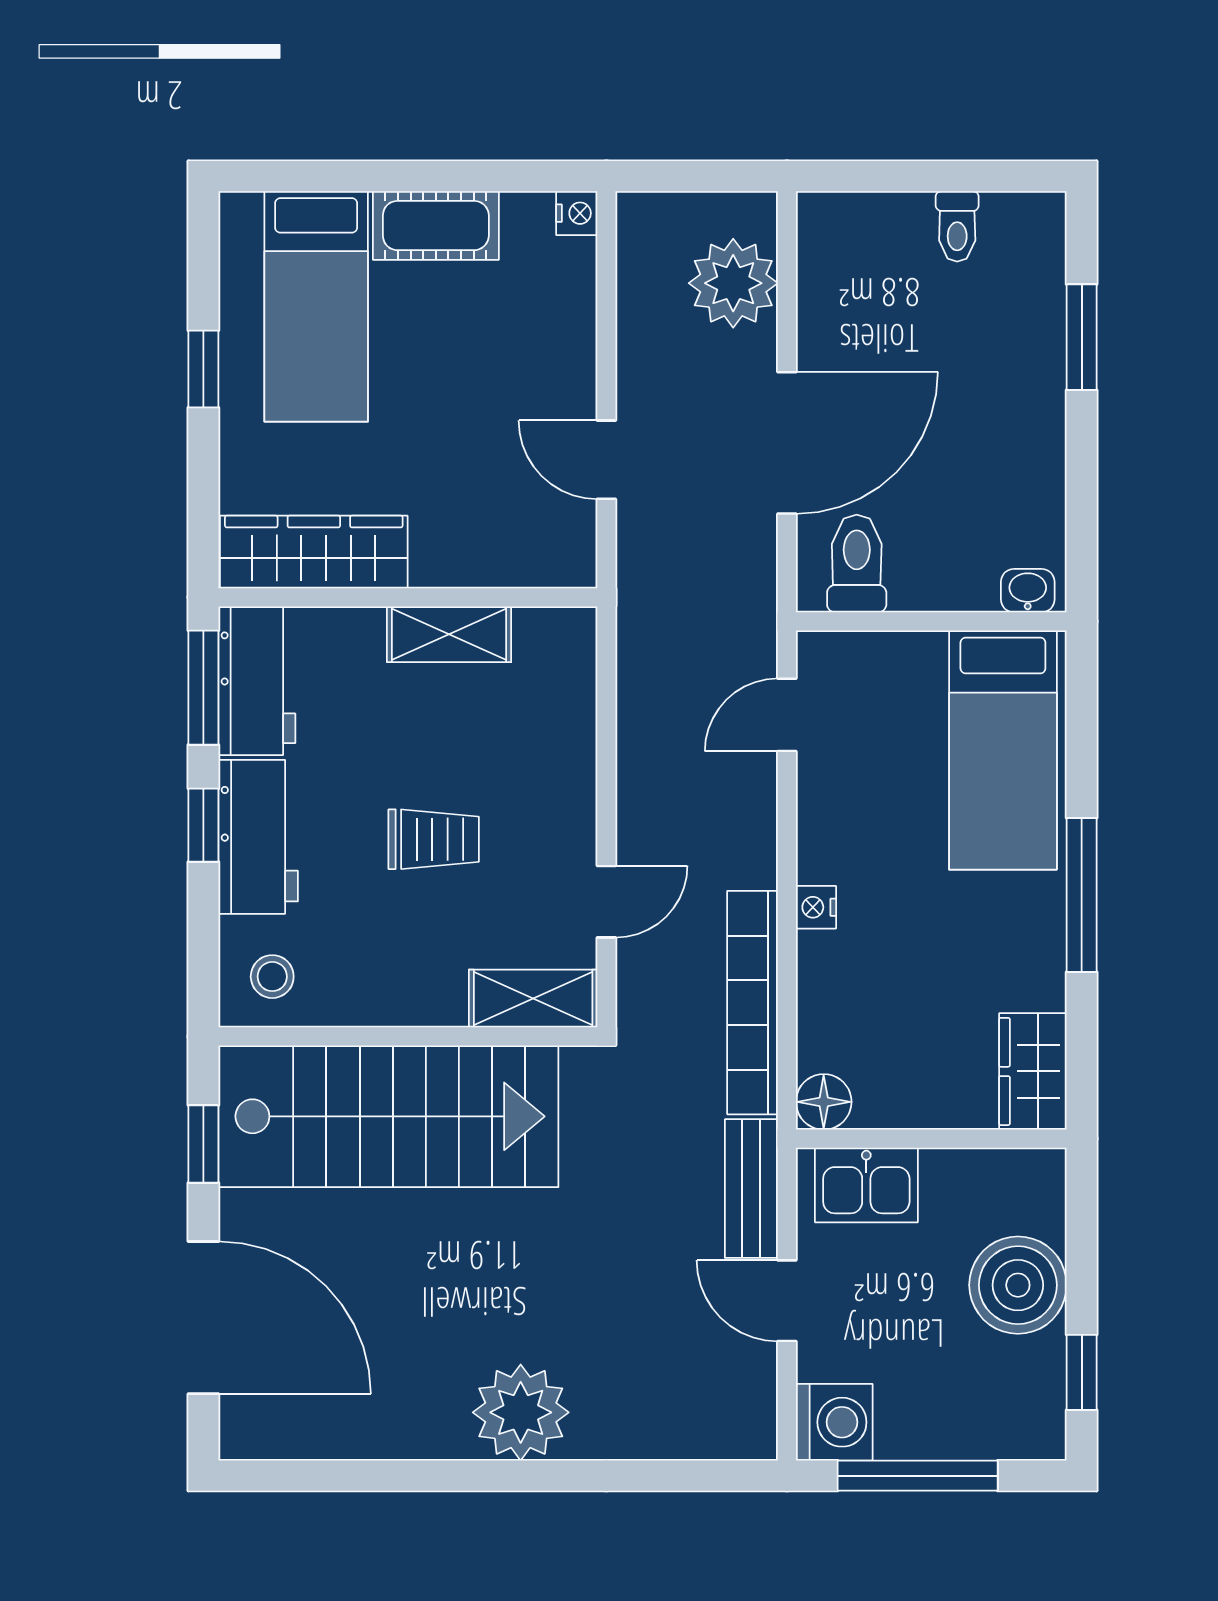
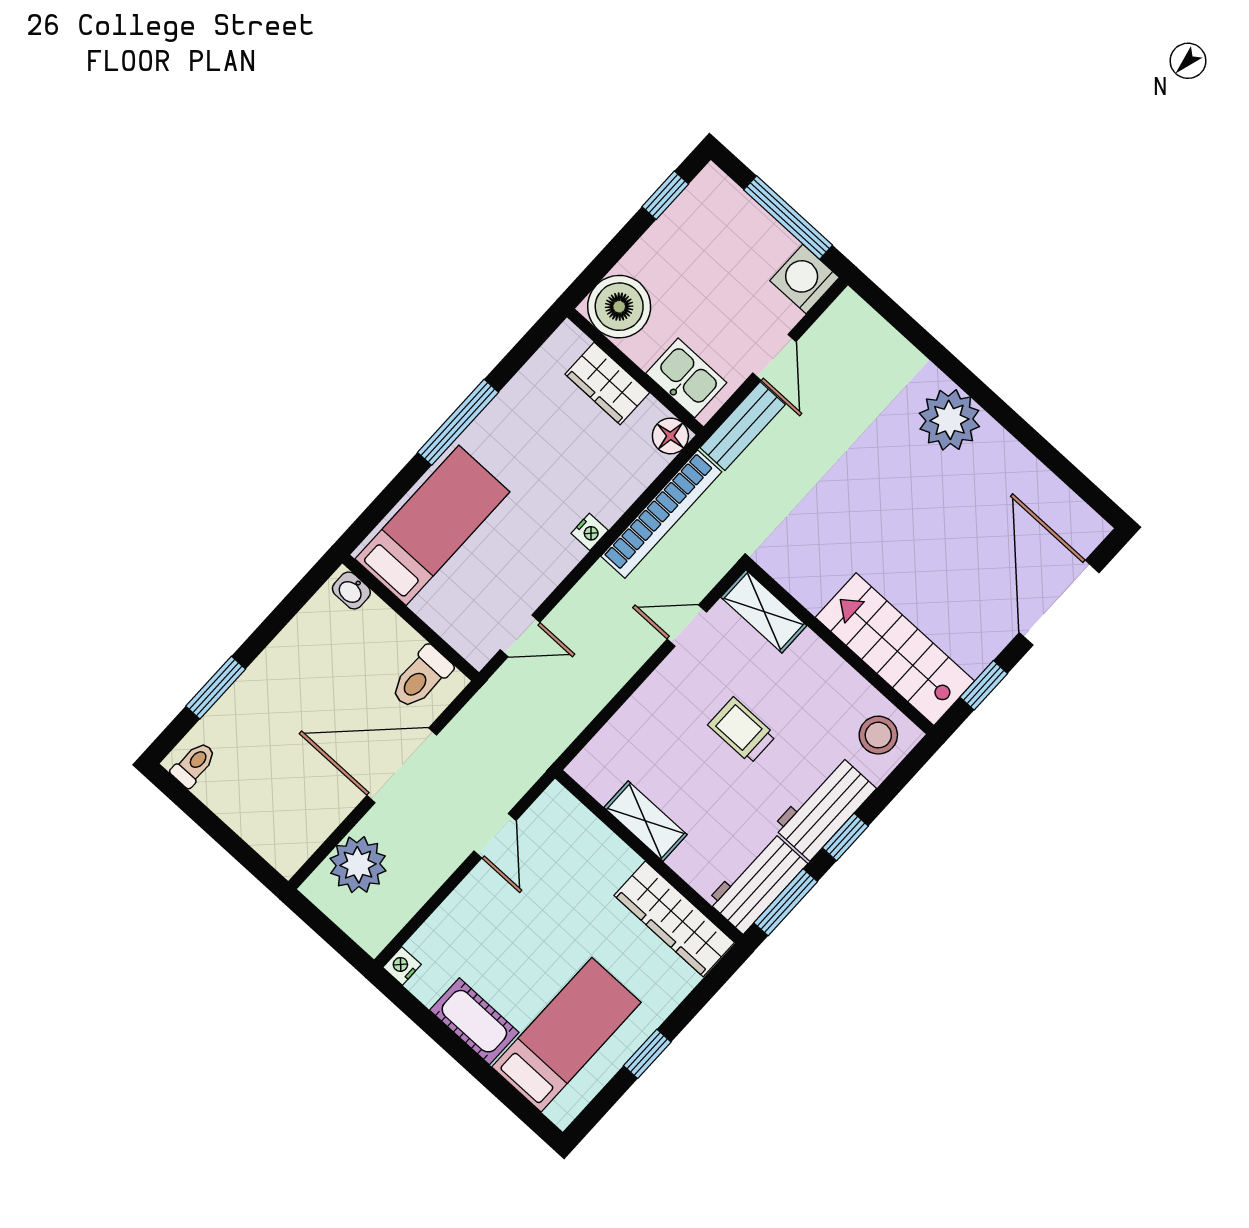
toilet: (957, 226) -> (194, 764), moved
stool: (272, 977) -> (878, 735), width x1.37, depth x1.37
wardrobe: (1033, 1071) -> (607, 383), moved, turned 90
stairs: (388, 1116) -> (895, 649), width x0.73, depth x0.66
boiler: (1018, 1285) -> (619, 307), moved

